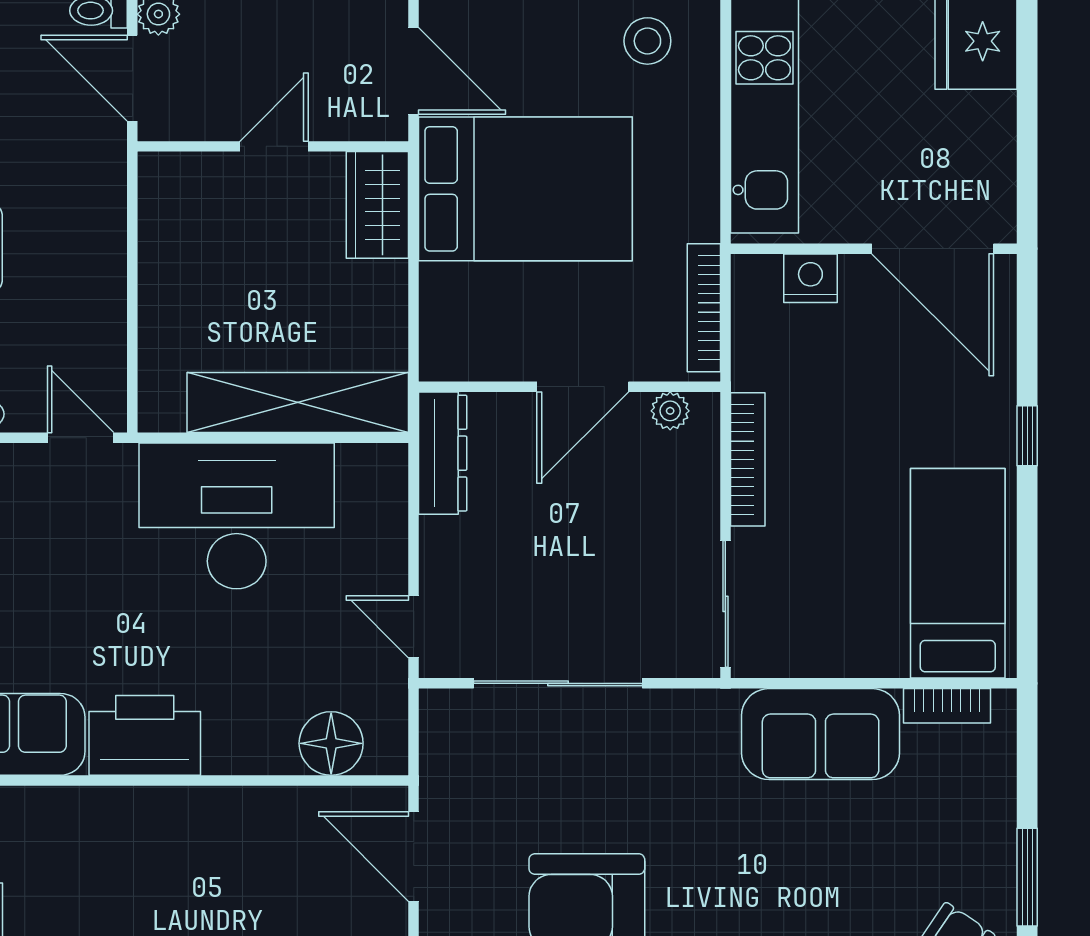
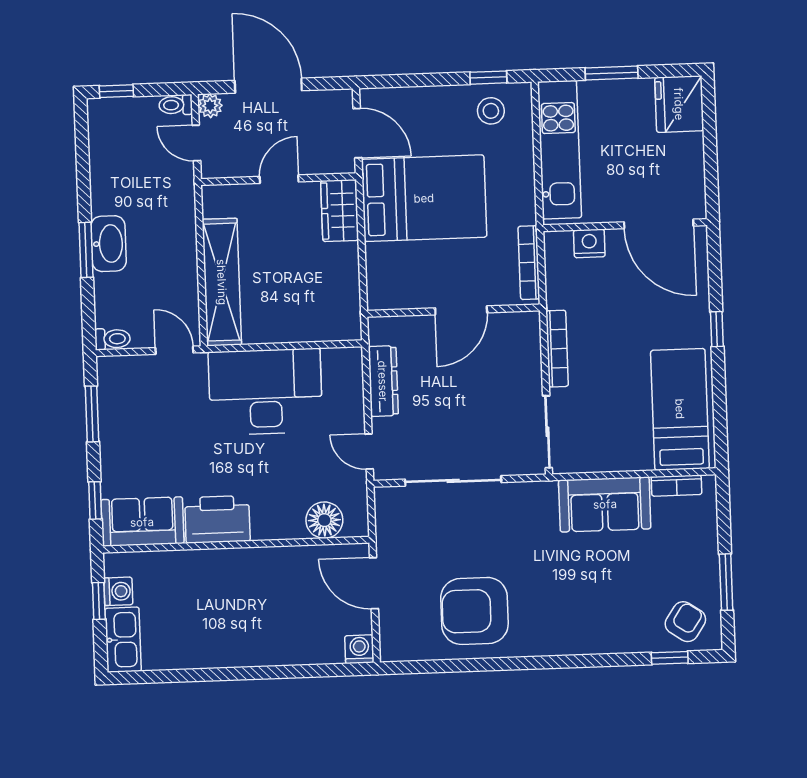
door: (132, 78) -> (196, 143), width x0.73
shelving: (298, 403) -> (222, 282), moved, turned 90
plant: (670, 411) -> (512, 322), removed
dresser: (443, 453) -> (383, 381), moved

